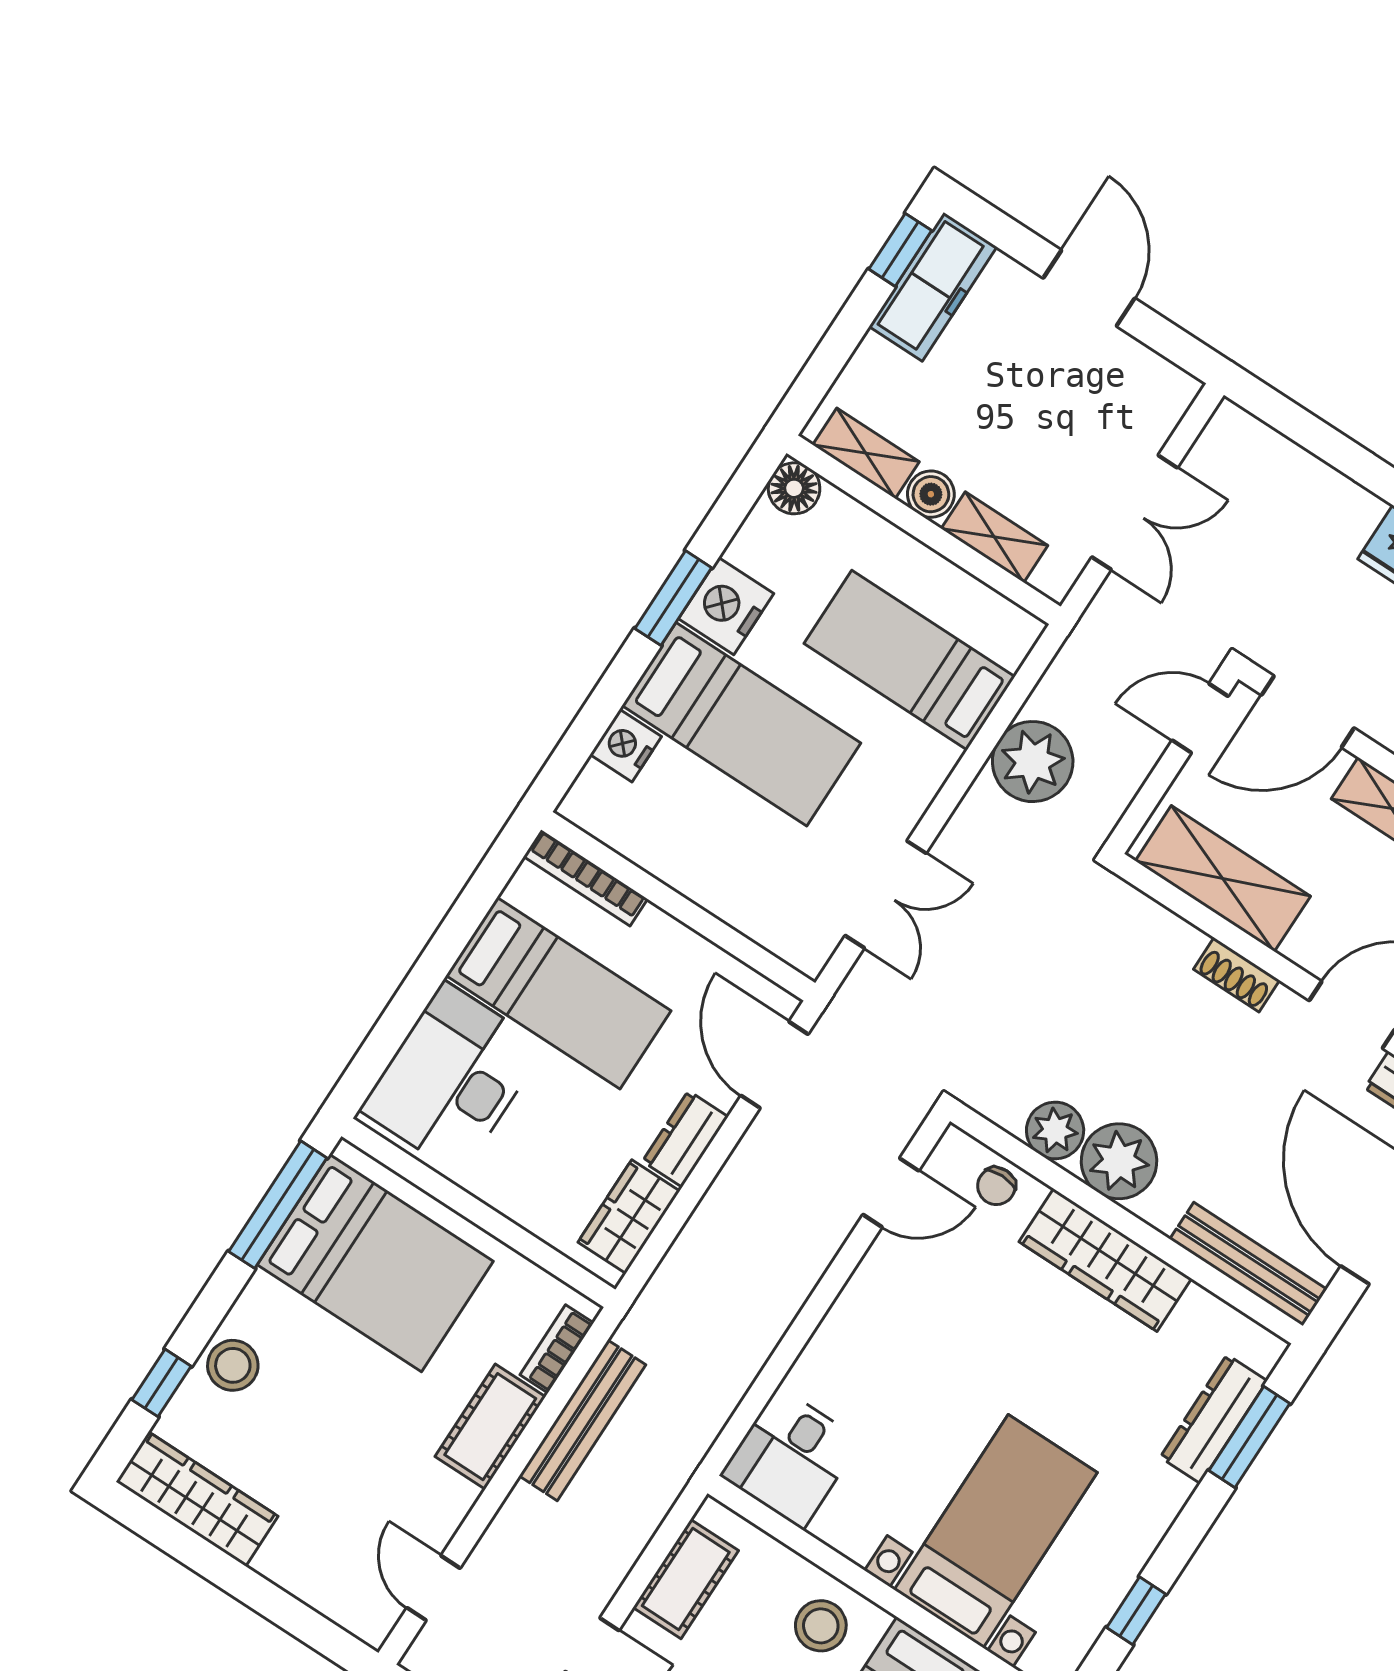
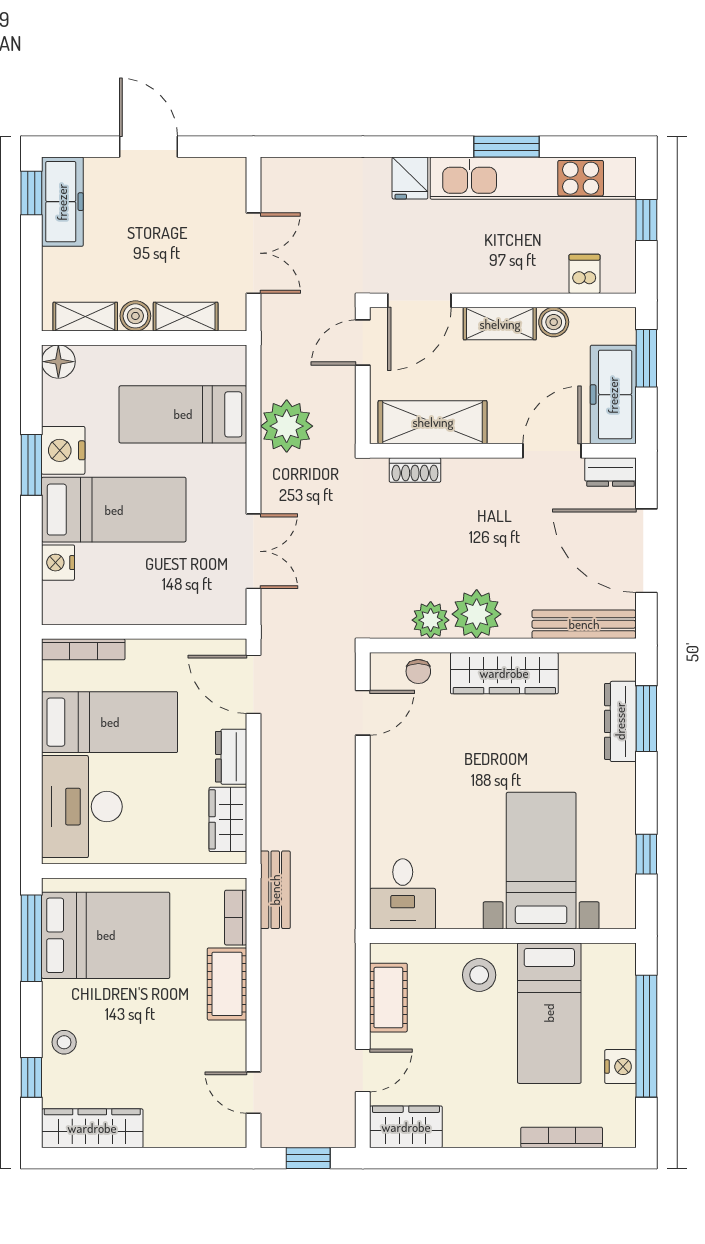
shoe rack: (1236, 975) -> (415, 470), moved
stool: (233, 1365) -> (64, 1042), width x0.73, depth x0.73
bench: (582, 1420) -> (275, 890), moved, width x0.73

